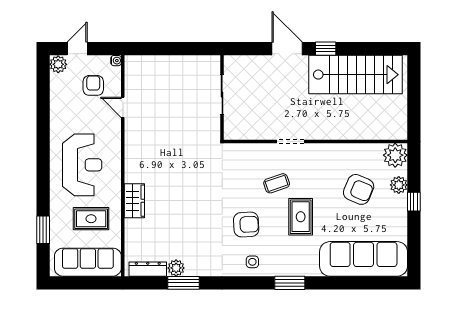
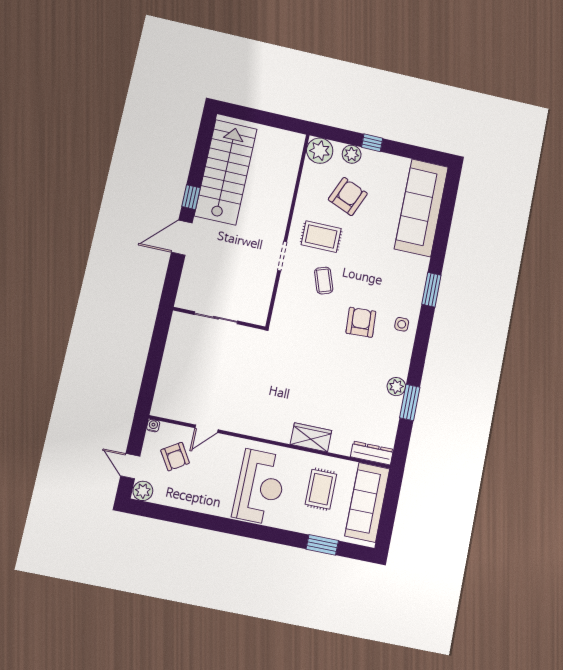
armchair: (93, 85) -> (175, 457), turned -122
reception desk: (82, 165) -> (260, 487), turned 90
rug: (301, 217) -> (321, 237), moved
plant: (176, 268) -> (396, 387), moved
dresser: (148, 269) -> (372, 453), moved, turned 90

